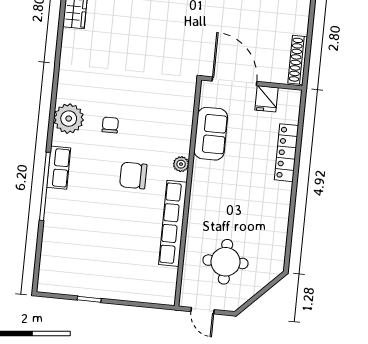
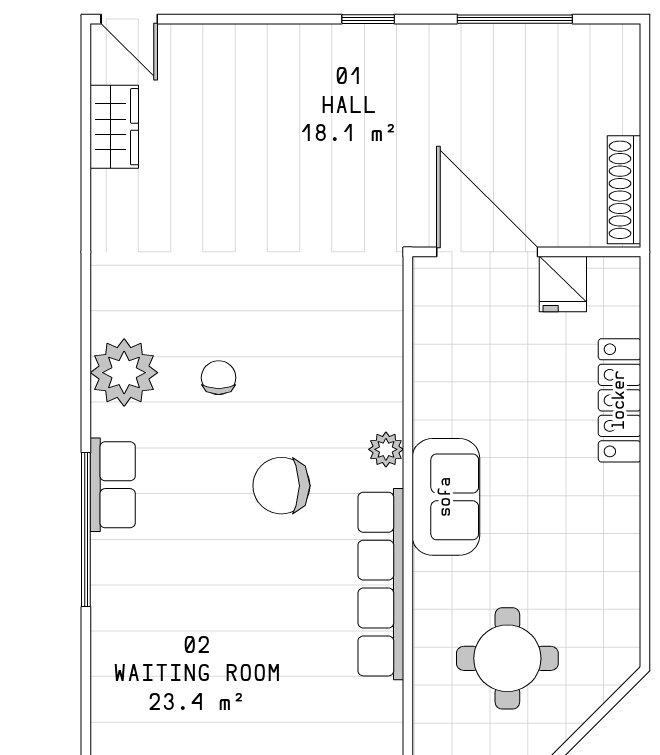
sofa: (211, 134) -> (446, 497), moved

